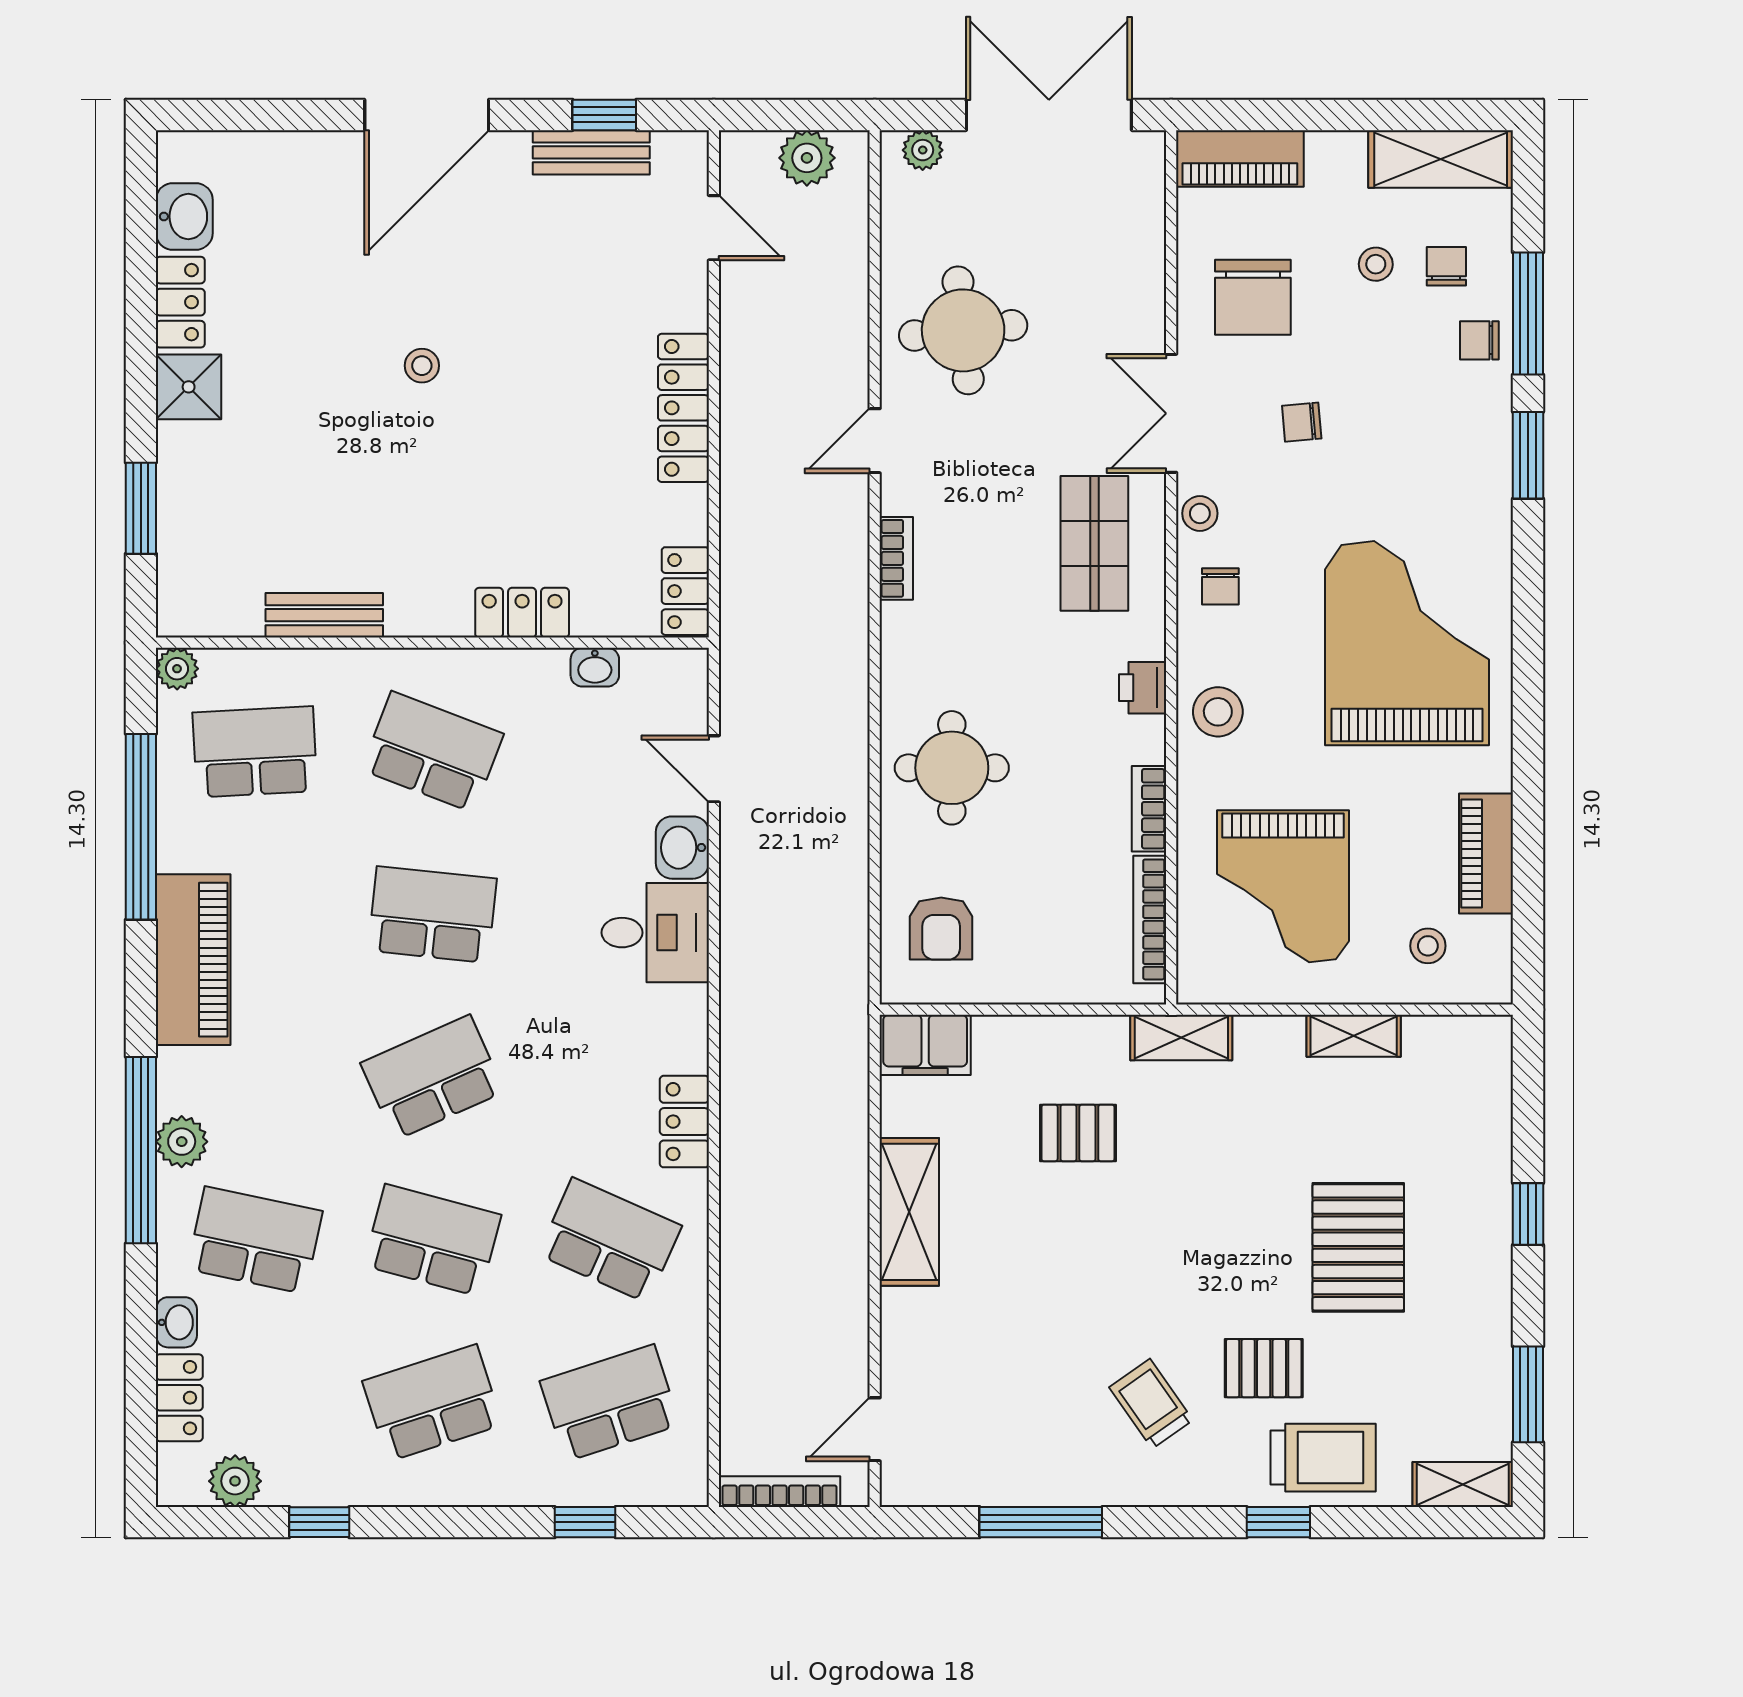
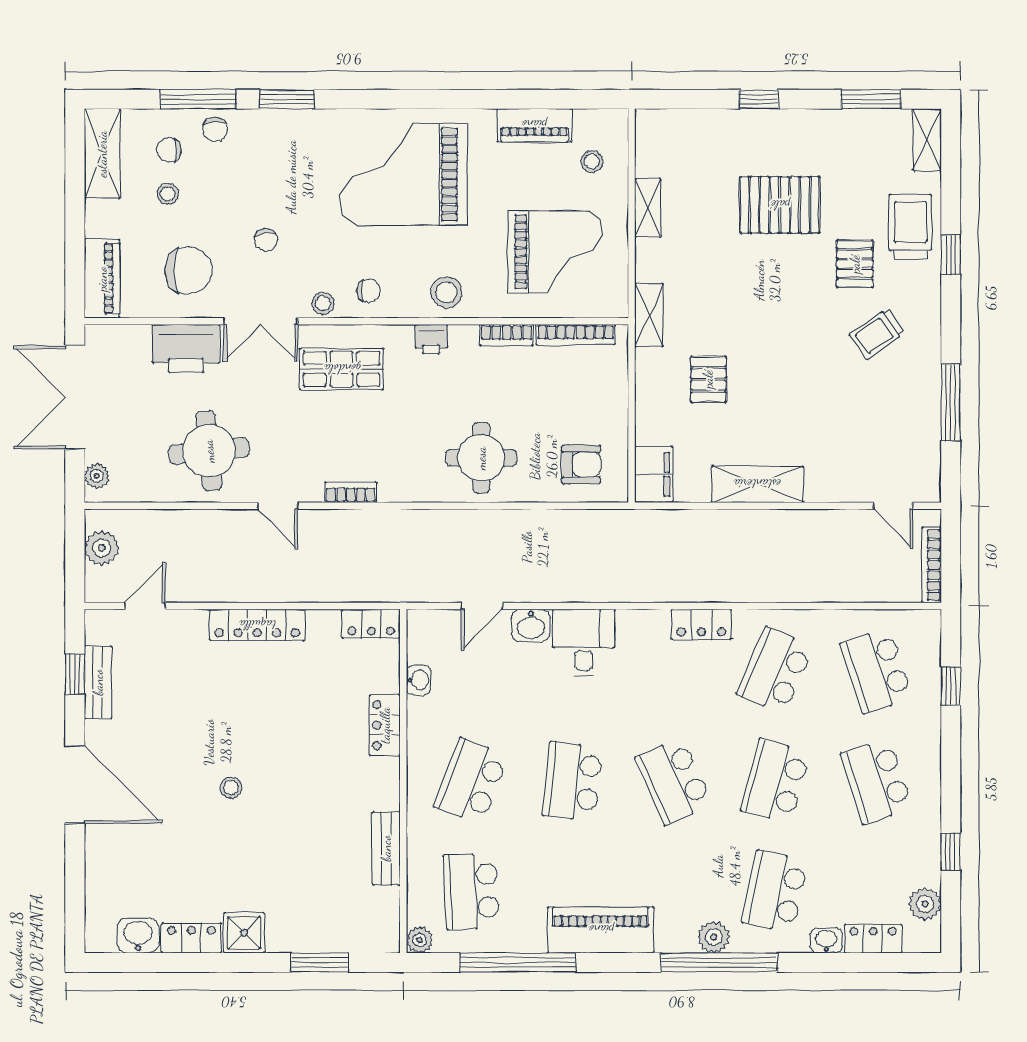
printer: (1127, 294) -> (186, 349), added

